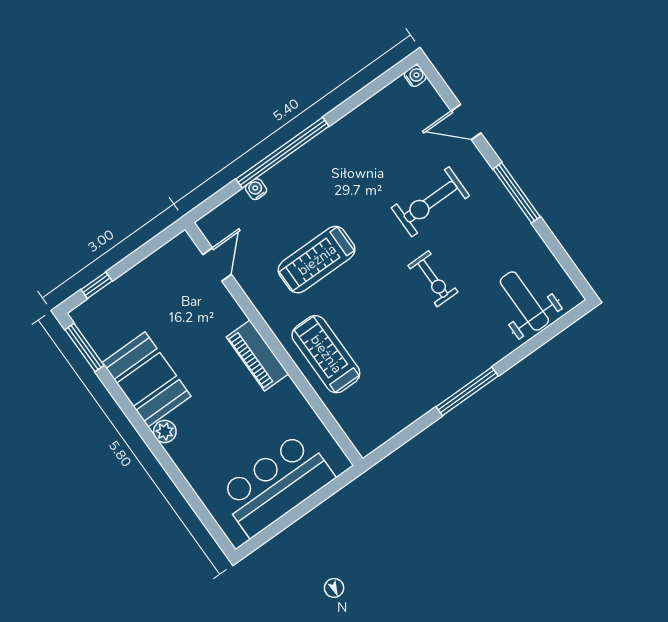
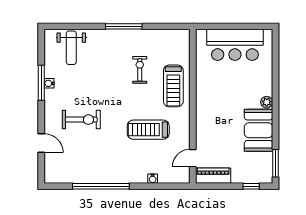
water cooler: (415, 76) -> (49, 83), moved
window: (282, 153) -> (101, 186), moved
window: (517, 193) -> (41, 83), moved
treadmill: (317, 260) -> (148, 130), turned 180
exercise bike: (433, 279) -> (140, 70), moved
piano: (257, 356) -> (213, 176), moved, turned -90

